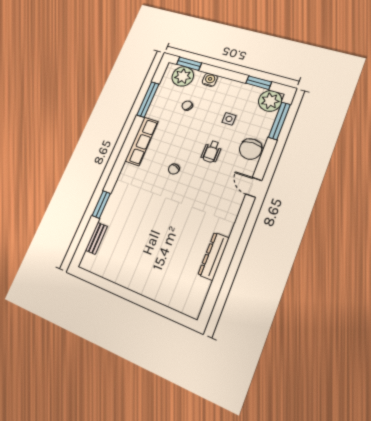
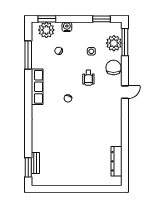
plant: (270, 101) -> (114, 43), moved
chair: (251, 149) -> (113, 68), turned 180
door: (254, 187) -> (125, 92), swing flipped
window: (101, 205) -> (28, 167), moved
dresser: (214, 256) -> (117, 161), moved

